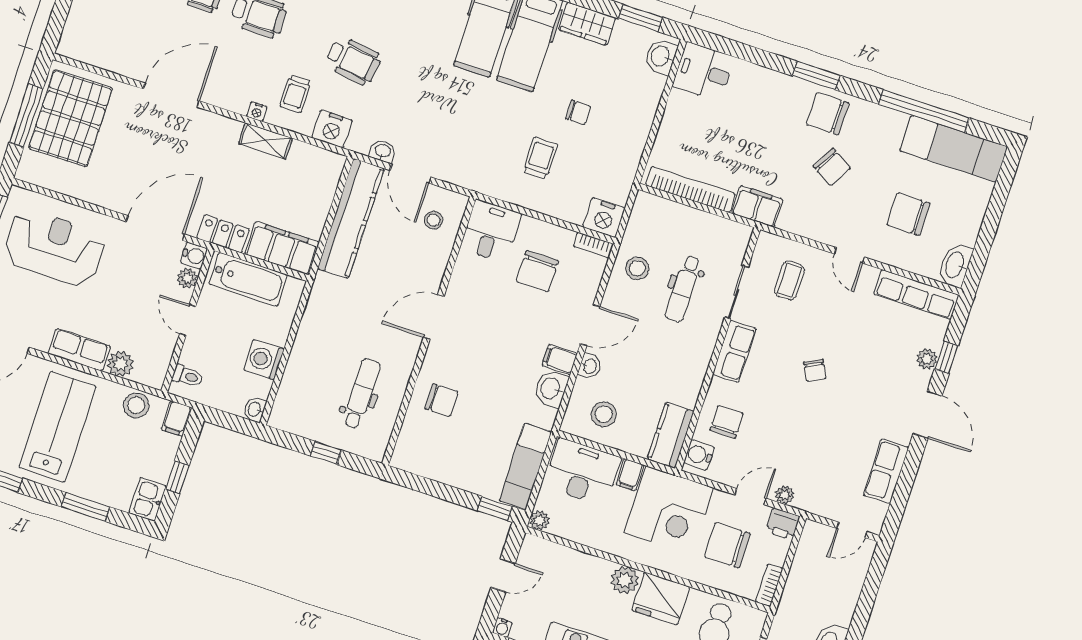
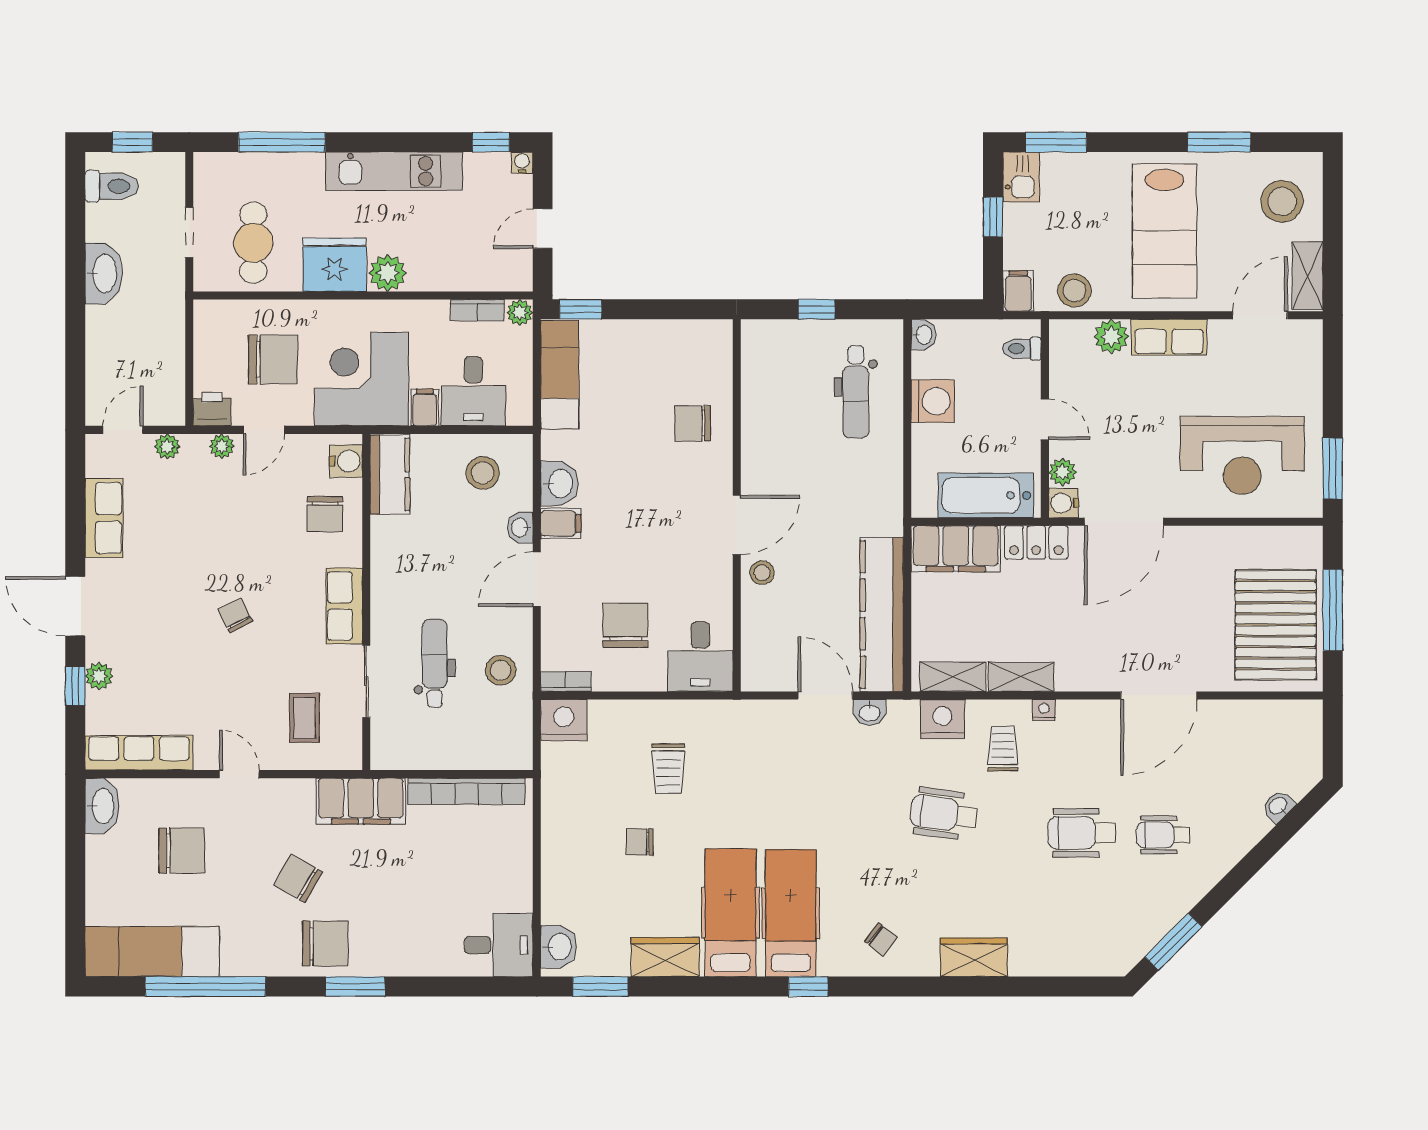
shelving: (315, 157) -> (953, 677), added
filing cabinet: (757, 206) -> (361, 801), width x1.50, depth x1.17
stool: (434, 220) -> (762, 573), moved
dental chair: (362, 394) -> (856, 392), moved
desk: (583, 472) -> (473, 391), width x0.73
window: (86, 507) -> (1056, 142), moved
plant: (824, 508) -> (167, 447), added
bookcase: (769, 585) -> (477, 310), moved, turned 90

